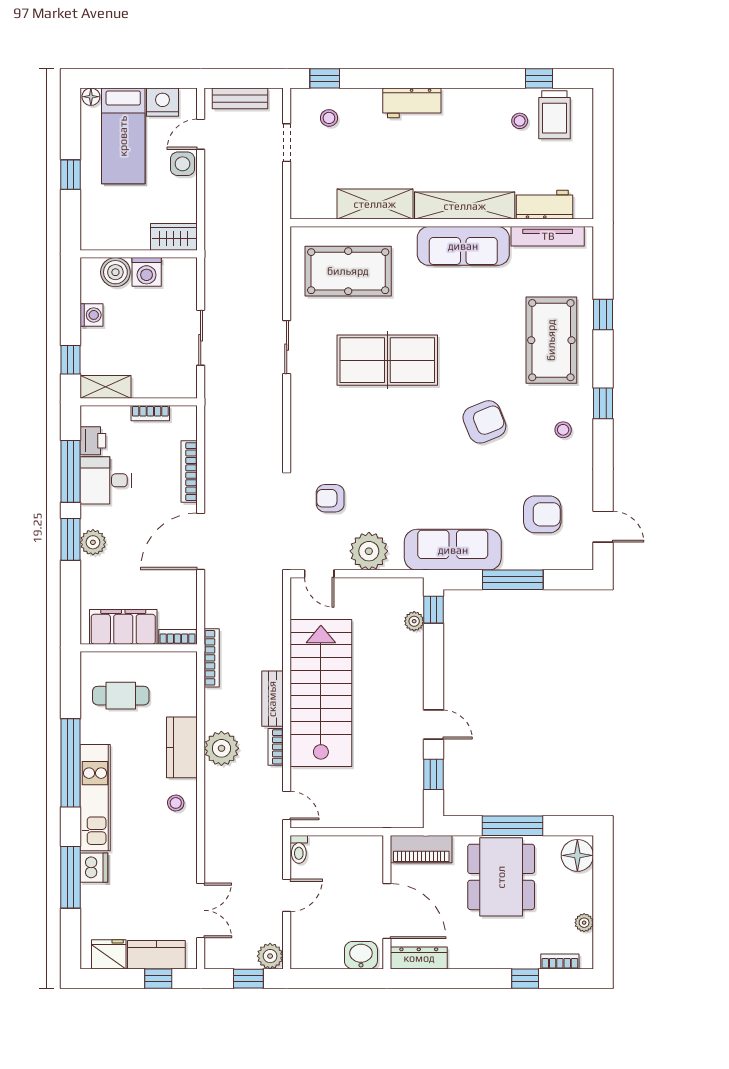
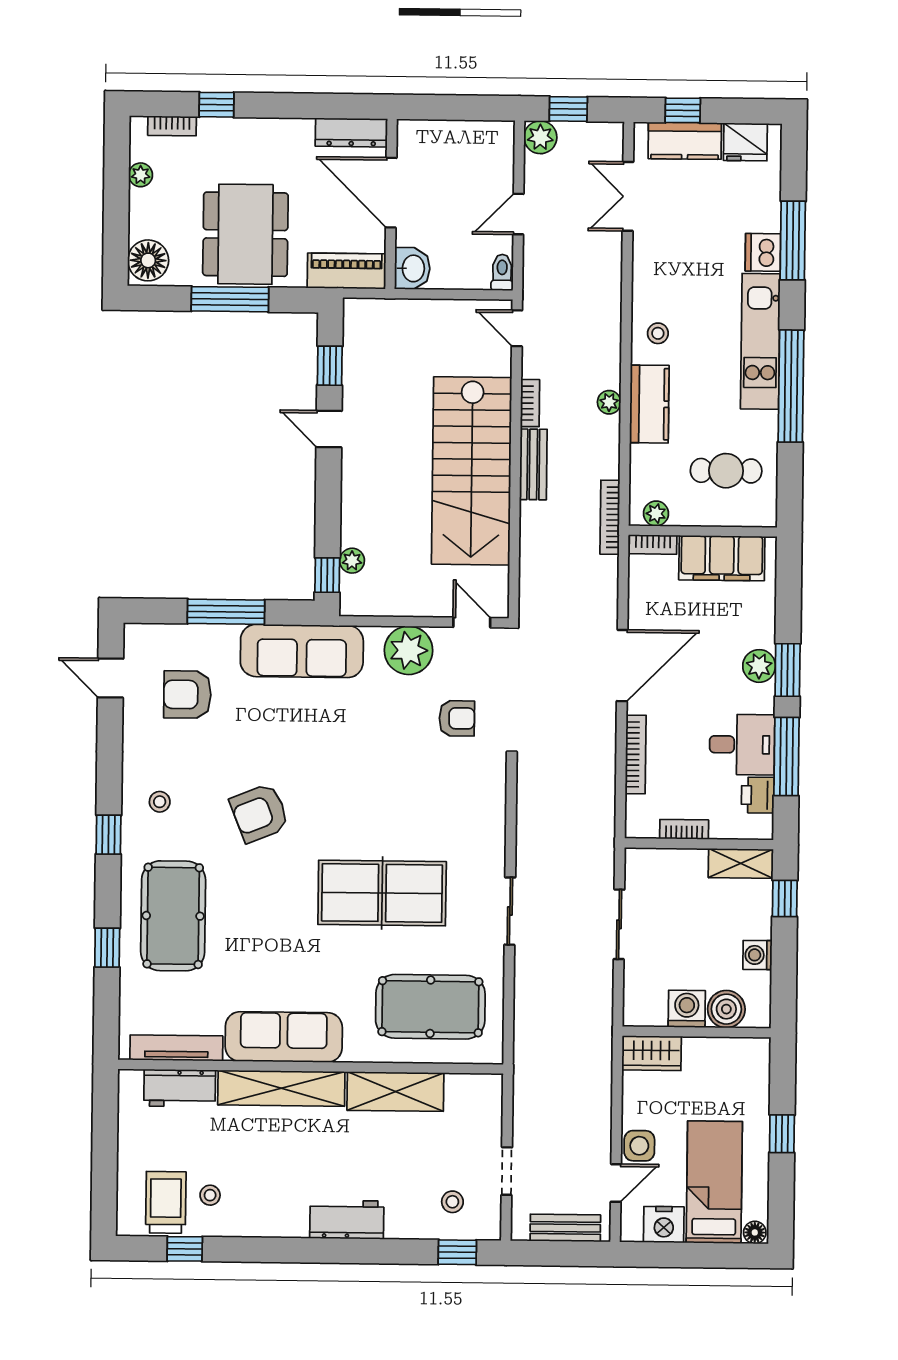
plant: (175, 661) -> (656, 513), added
plant: (221, 748) -> (609, 402), width x0.53, depth x0.53
washbasin: (361, 955) -> (412, 268), moved, turned -90

